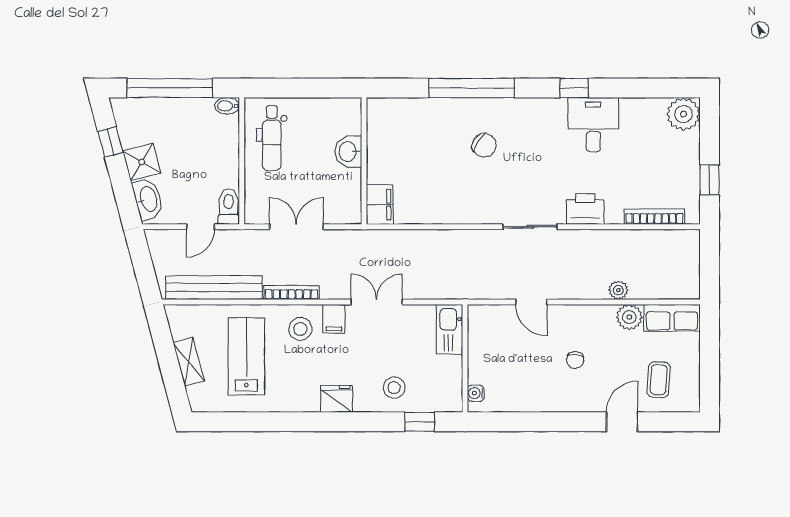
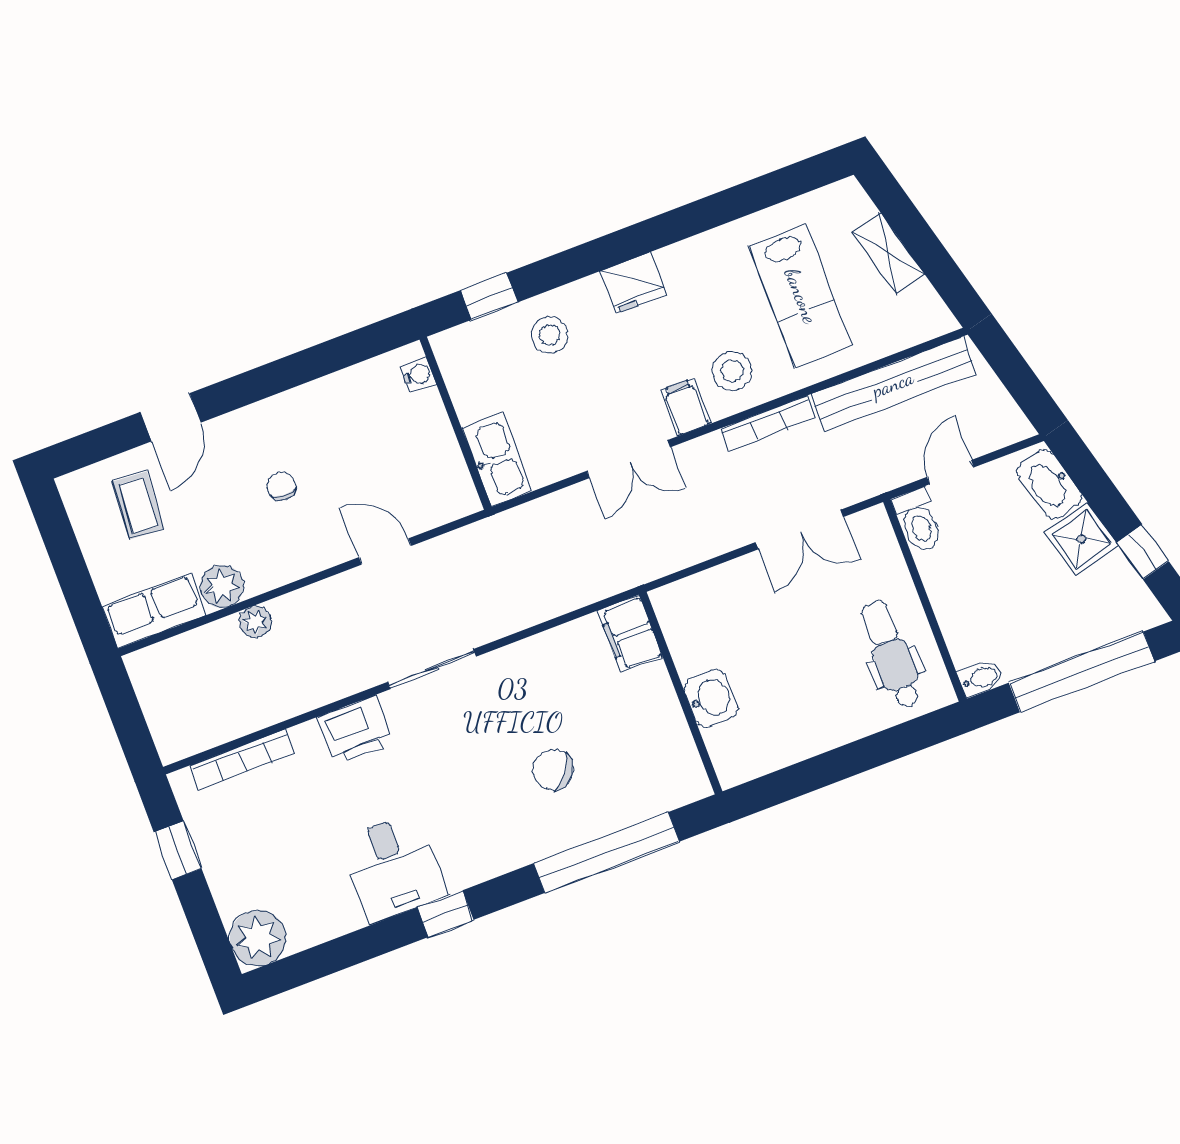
washbasin: (348, 152) -> (711, 698), moved
wall: (364, 161) -> (681, 693), moved
filing cabinet: (380, 205) -> (630, 634), moved

